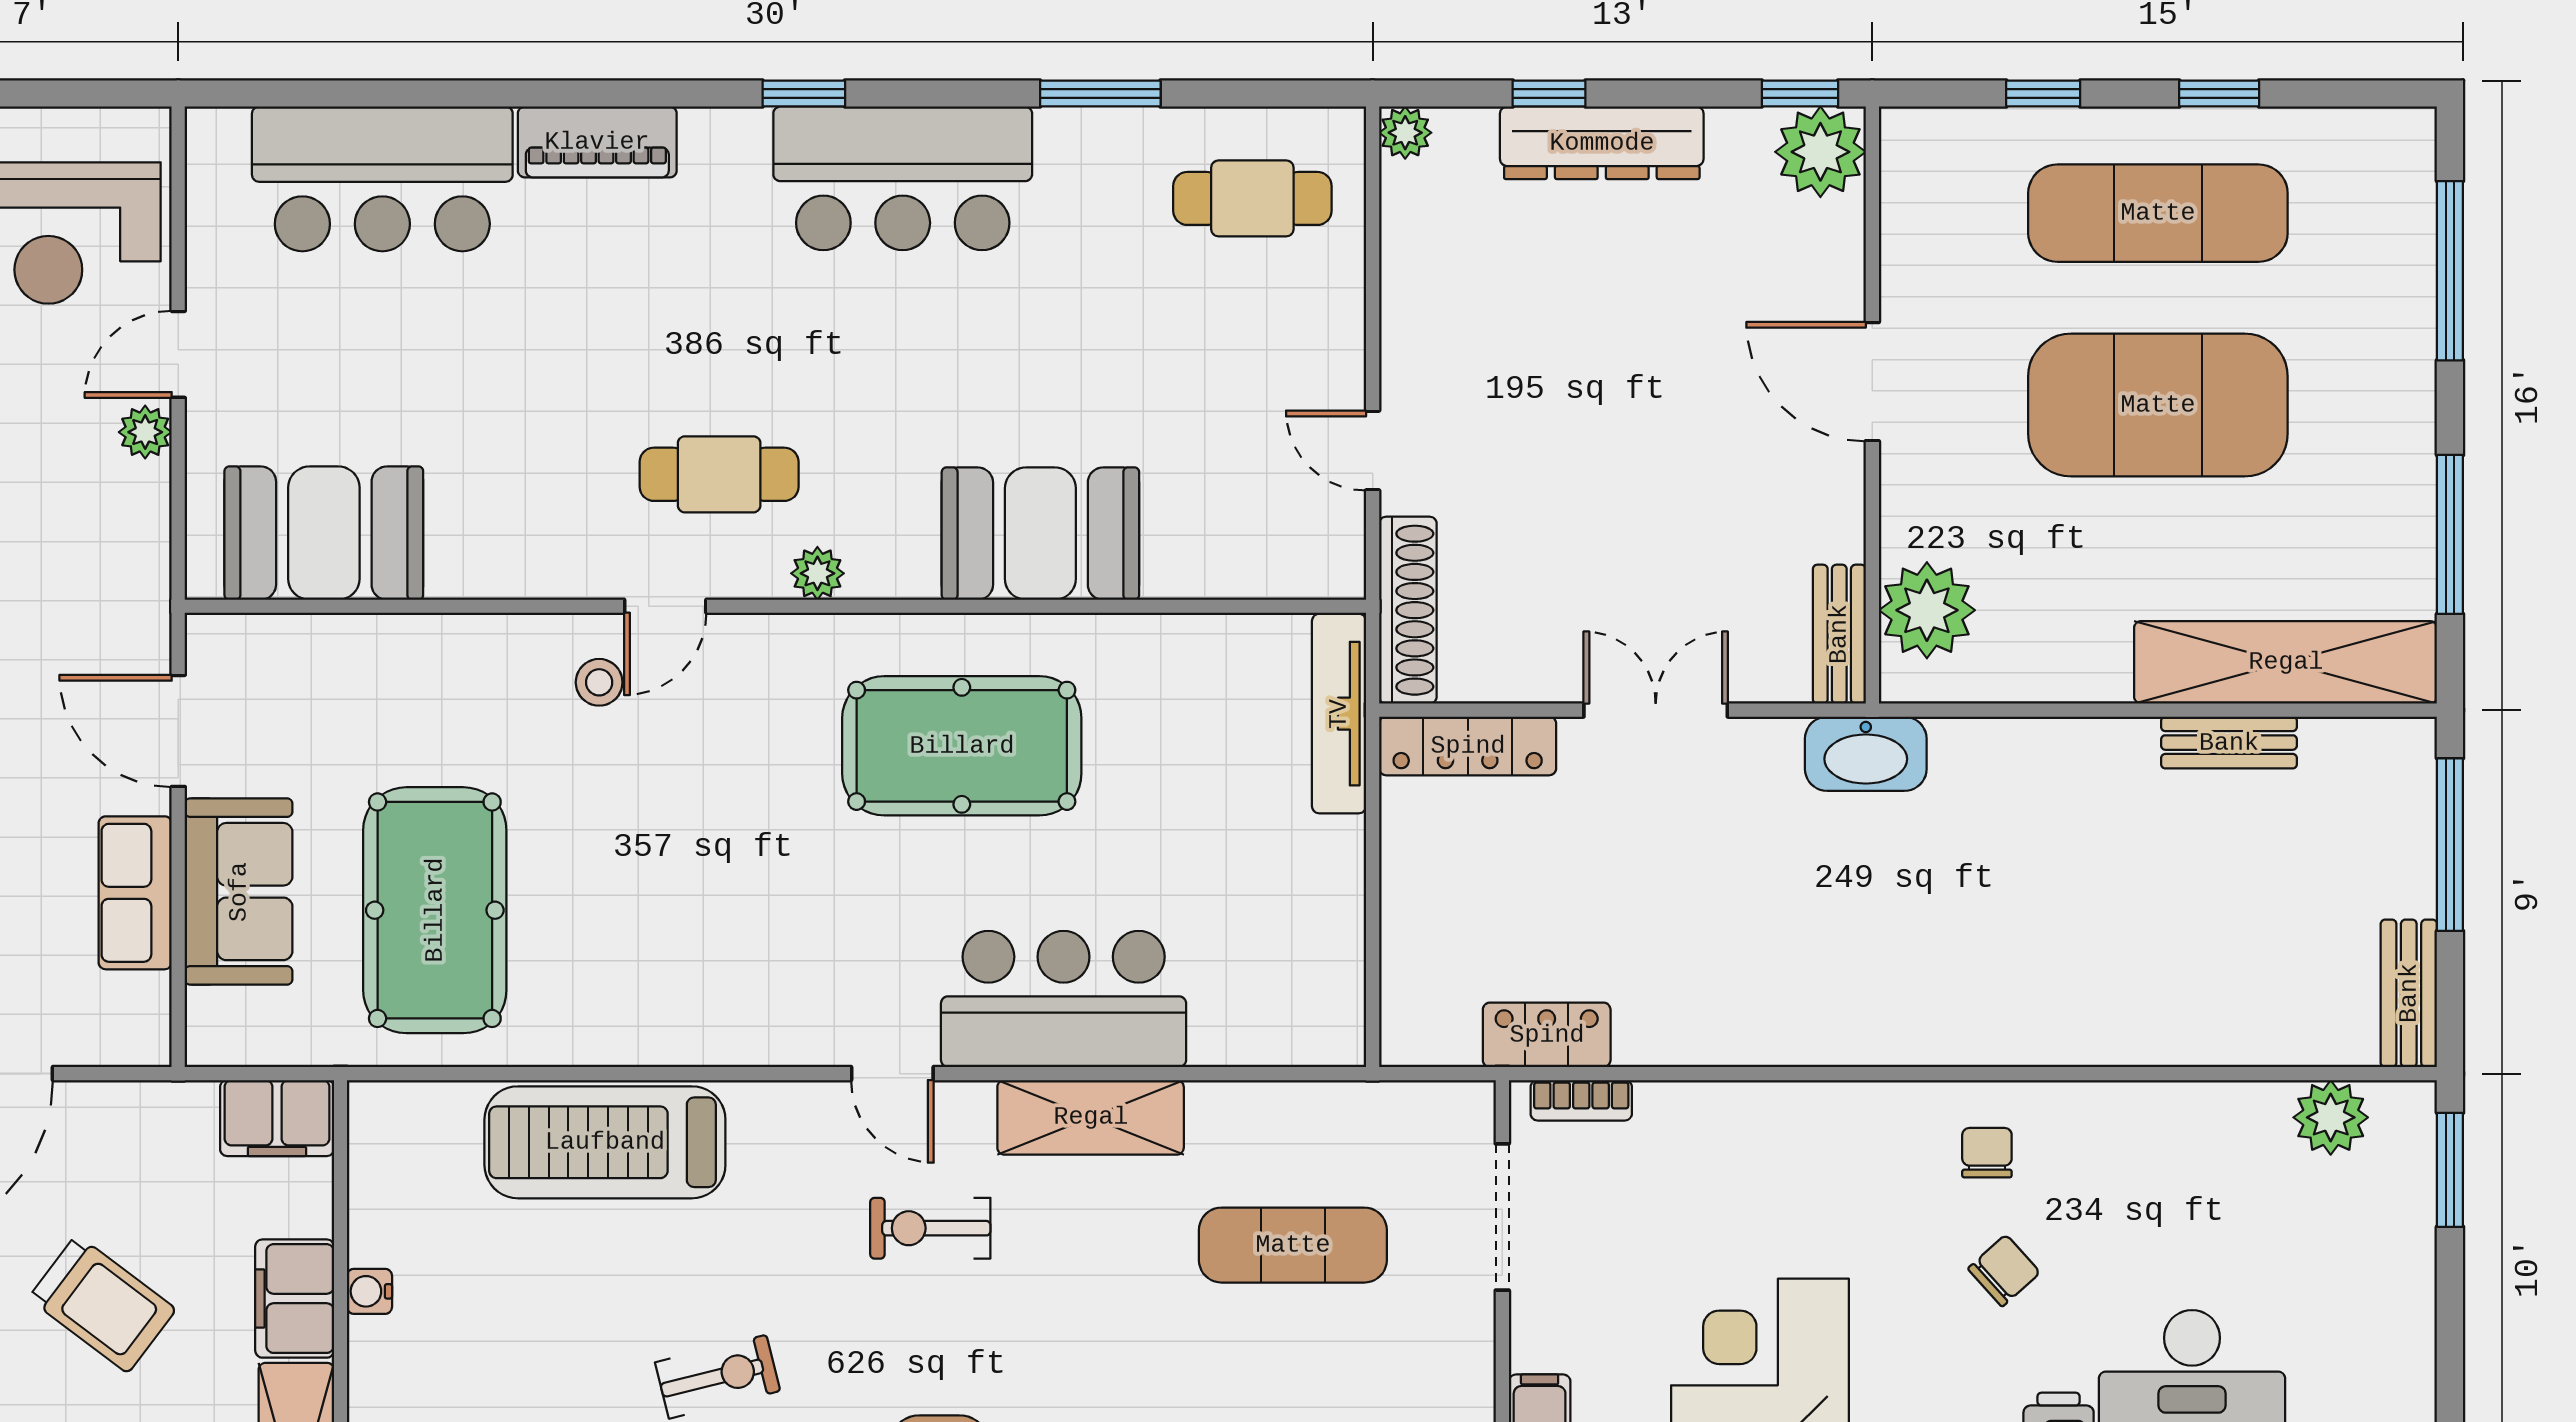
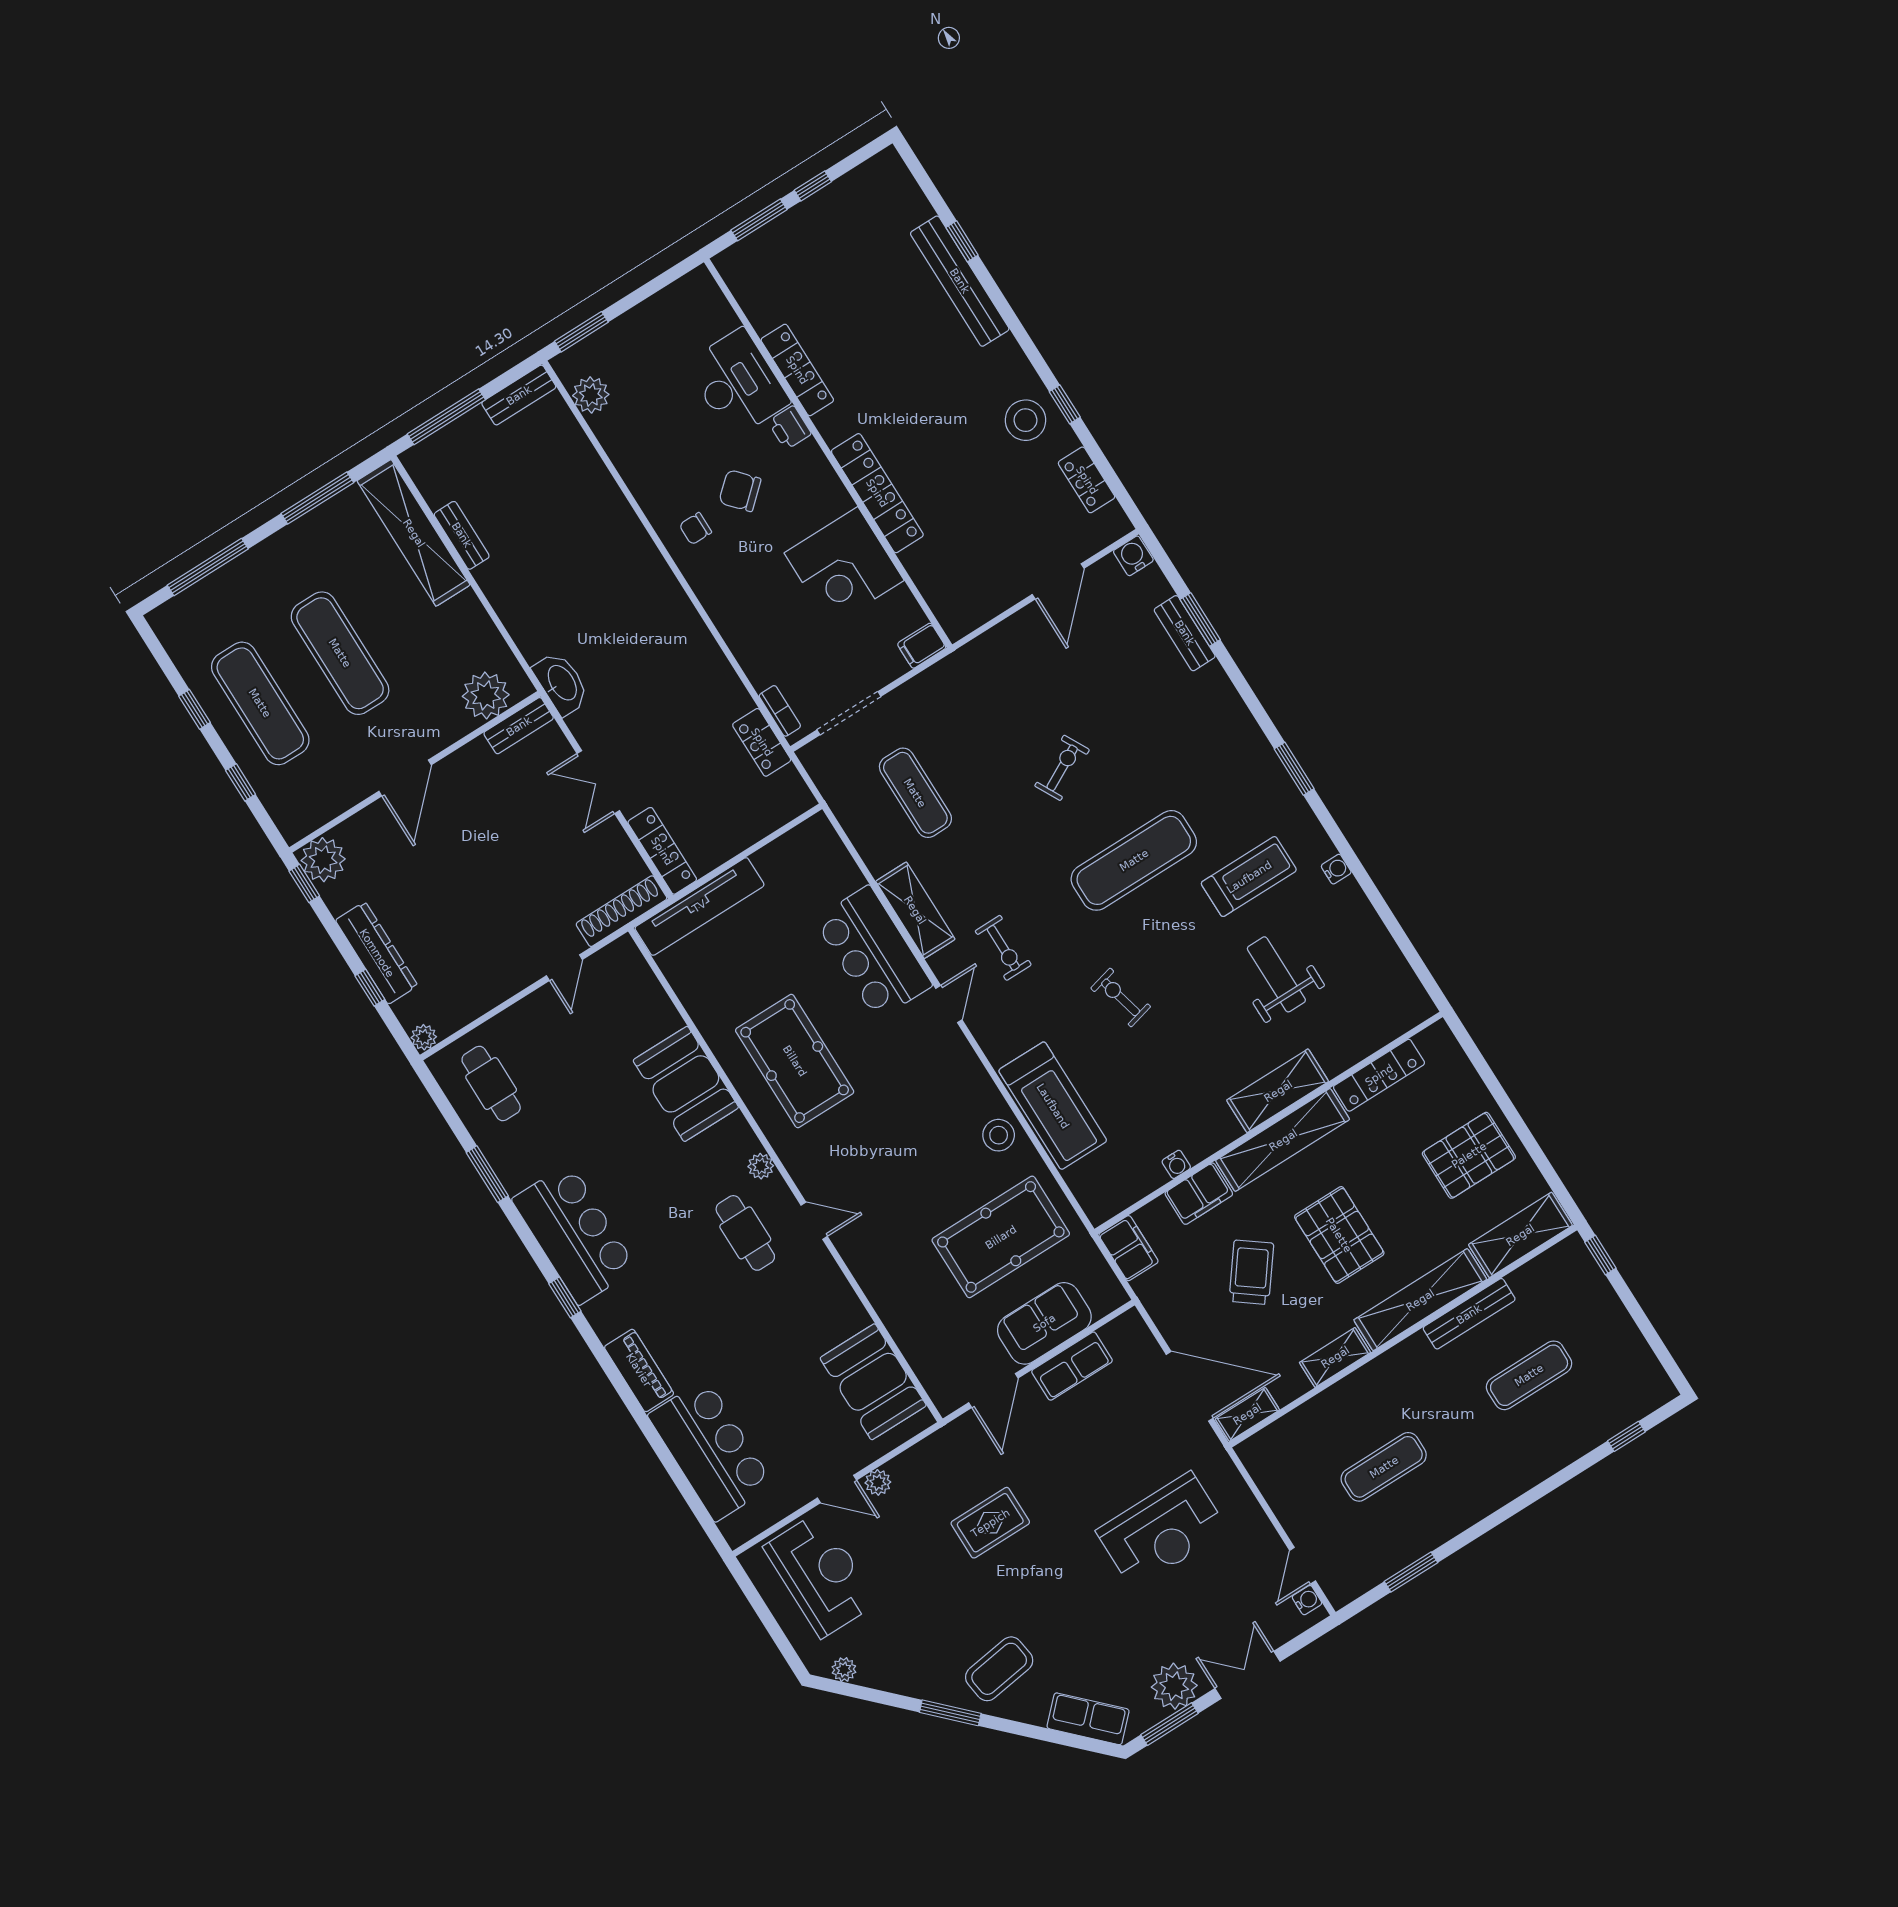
exercise mat: (2158, 405) -> (340, 653), width x0.68
stool: (599, 682) -> (999, 1135), moved, width x1.37, depth x1.37
tv unit: (1339, 714) -> (699, 906), width x1.36, depth x1.29
chair: (2004, 1271) -> (740, 491), width x1.37, depth x1.37

